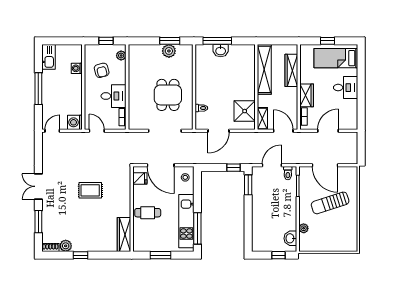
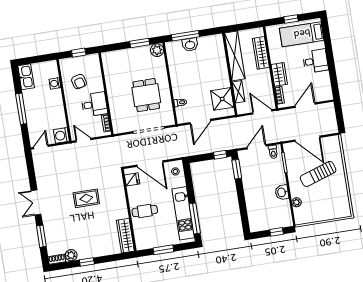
plant: (169, 51) -> (157, 50), moved
plant: (121, 55) -> (95, 64), removed
shelving: (262, 118) -> (239, 92), moved
washbasin: (290, 238) -> (282, 192), moved

